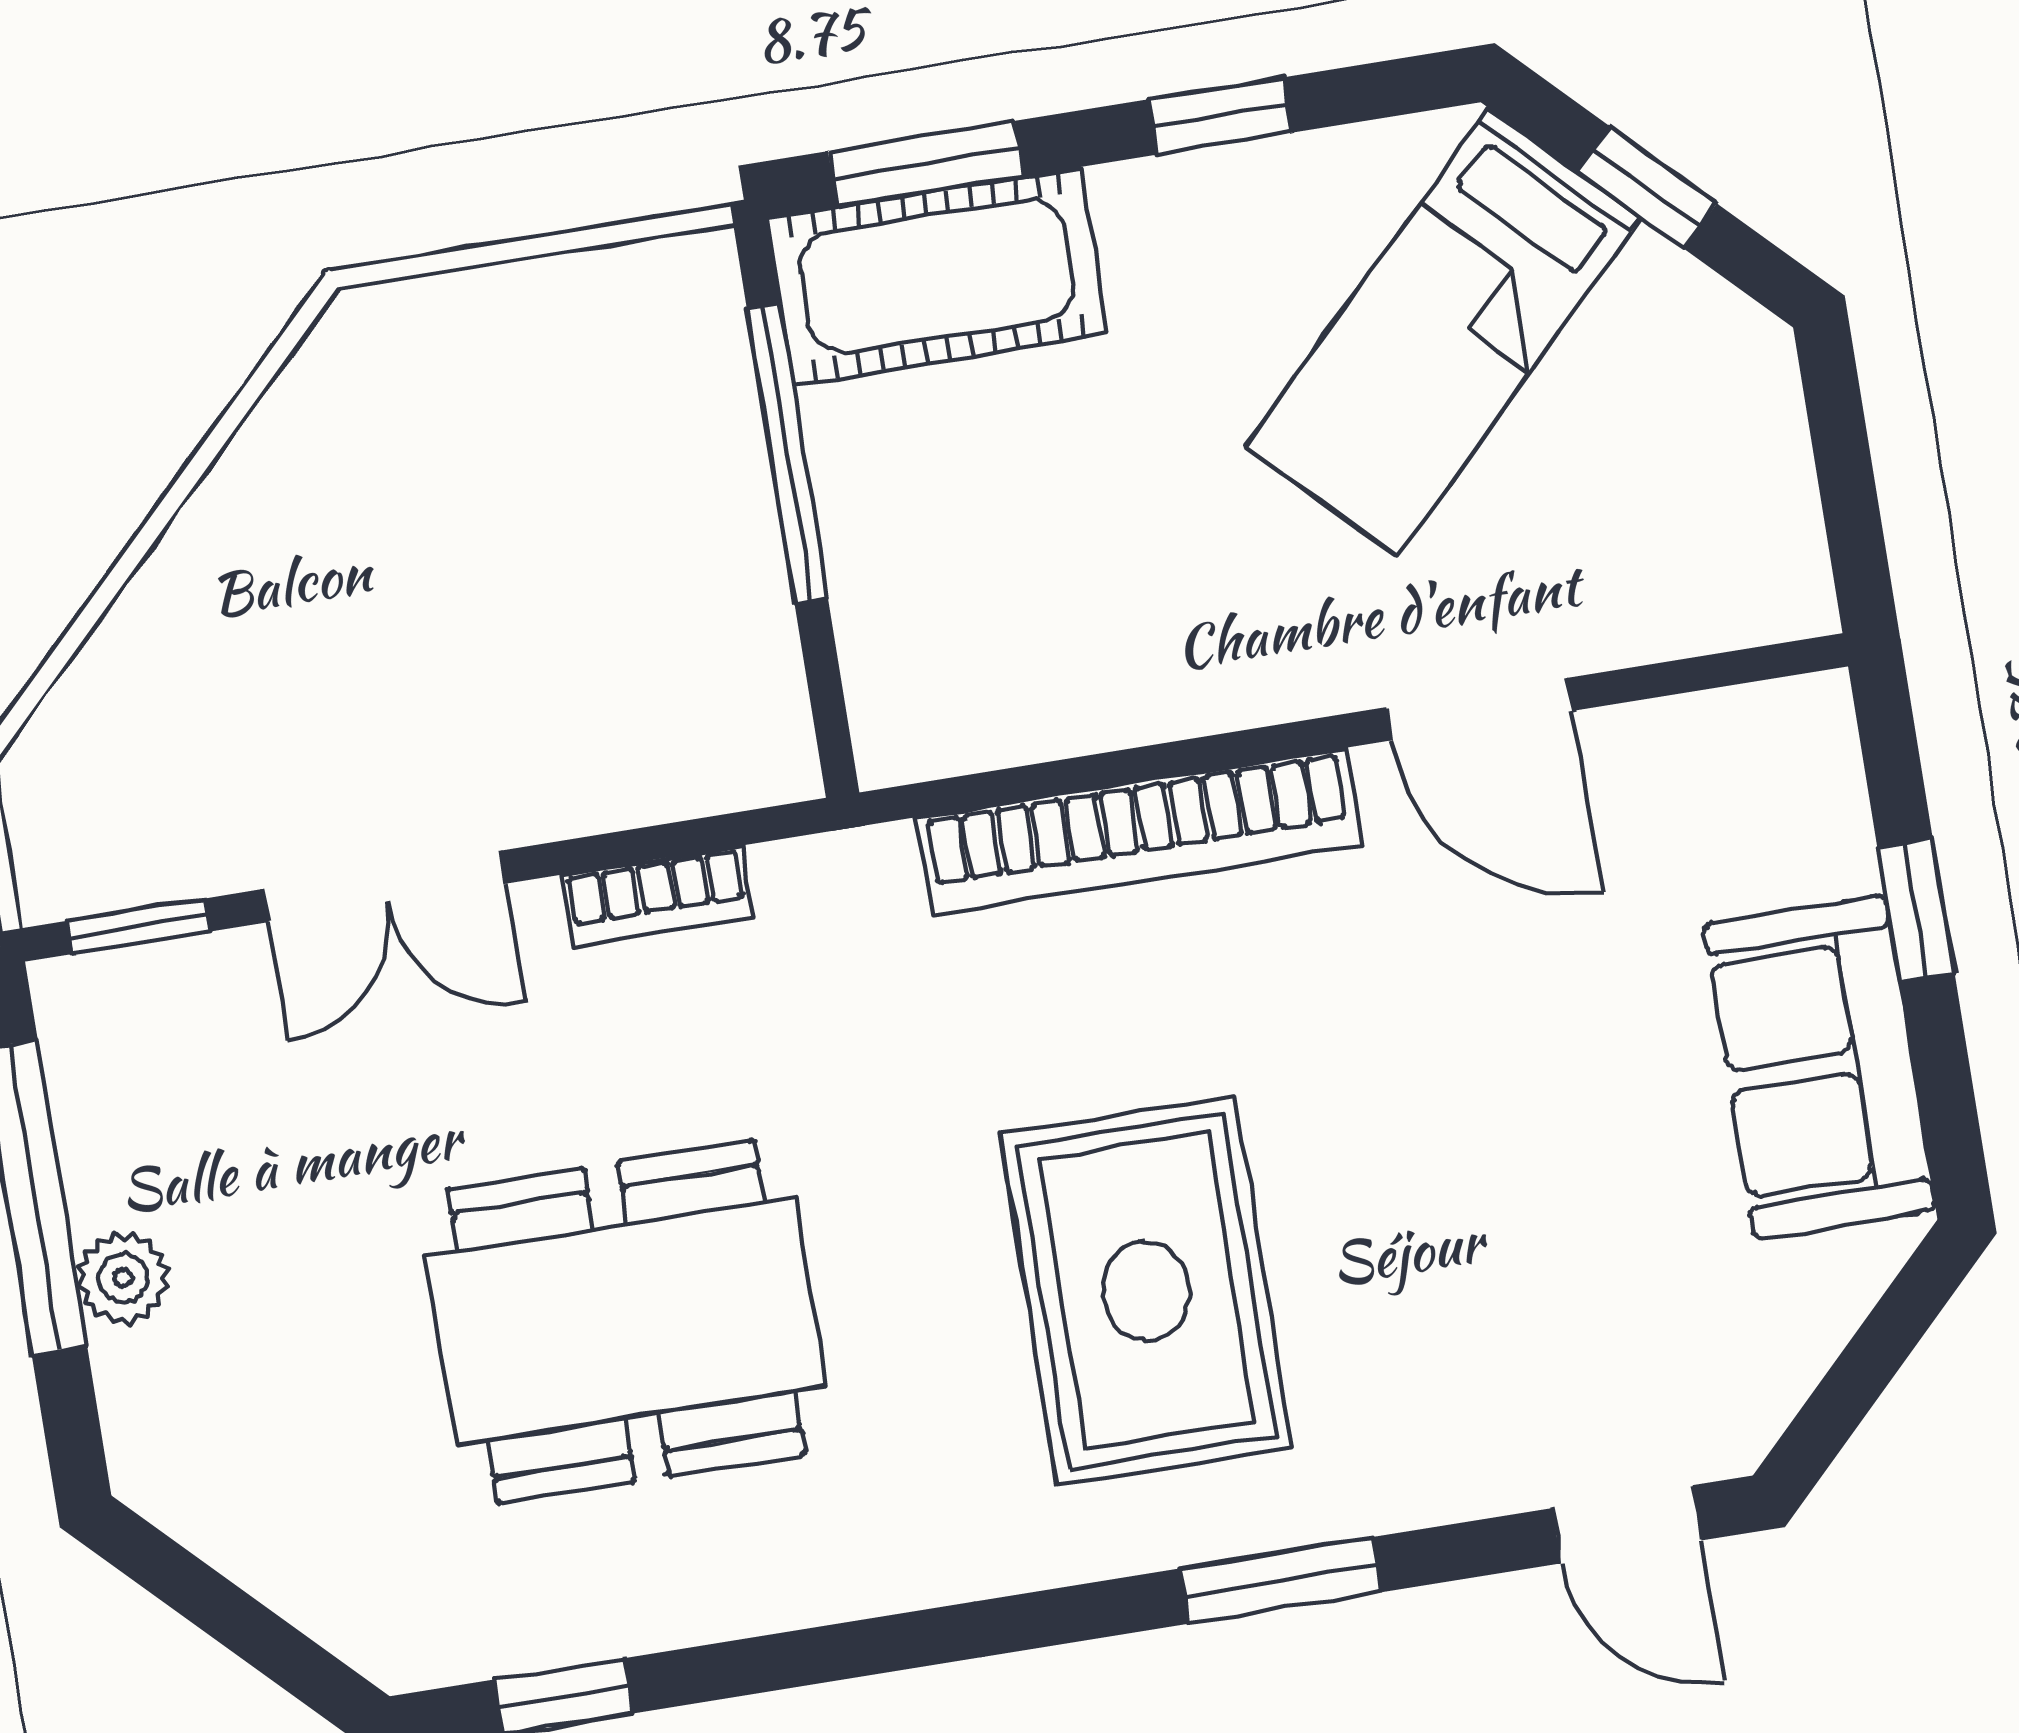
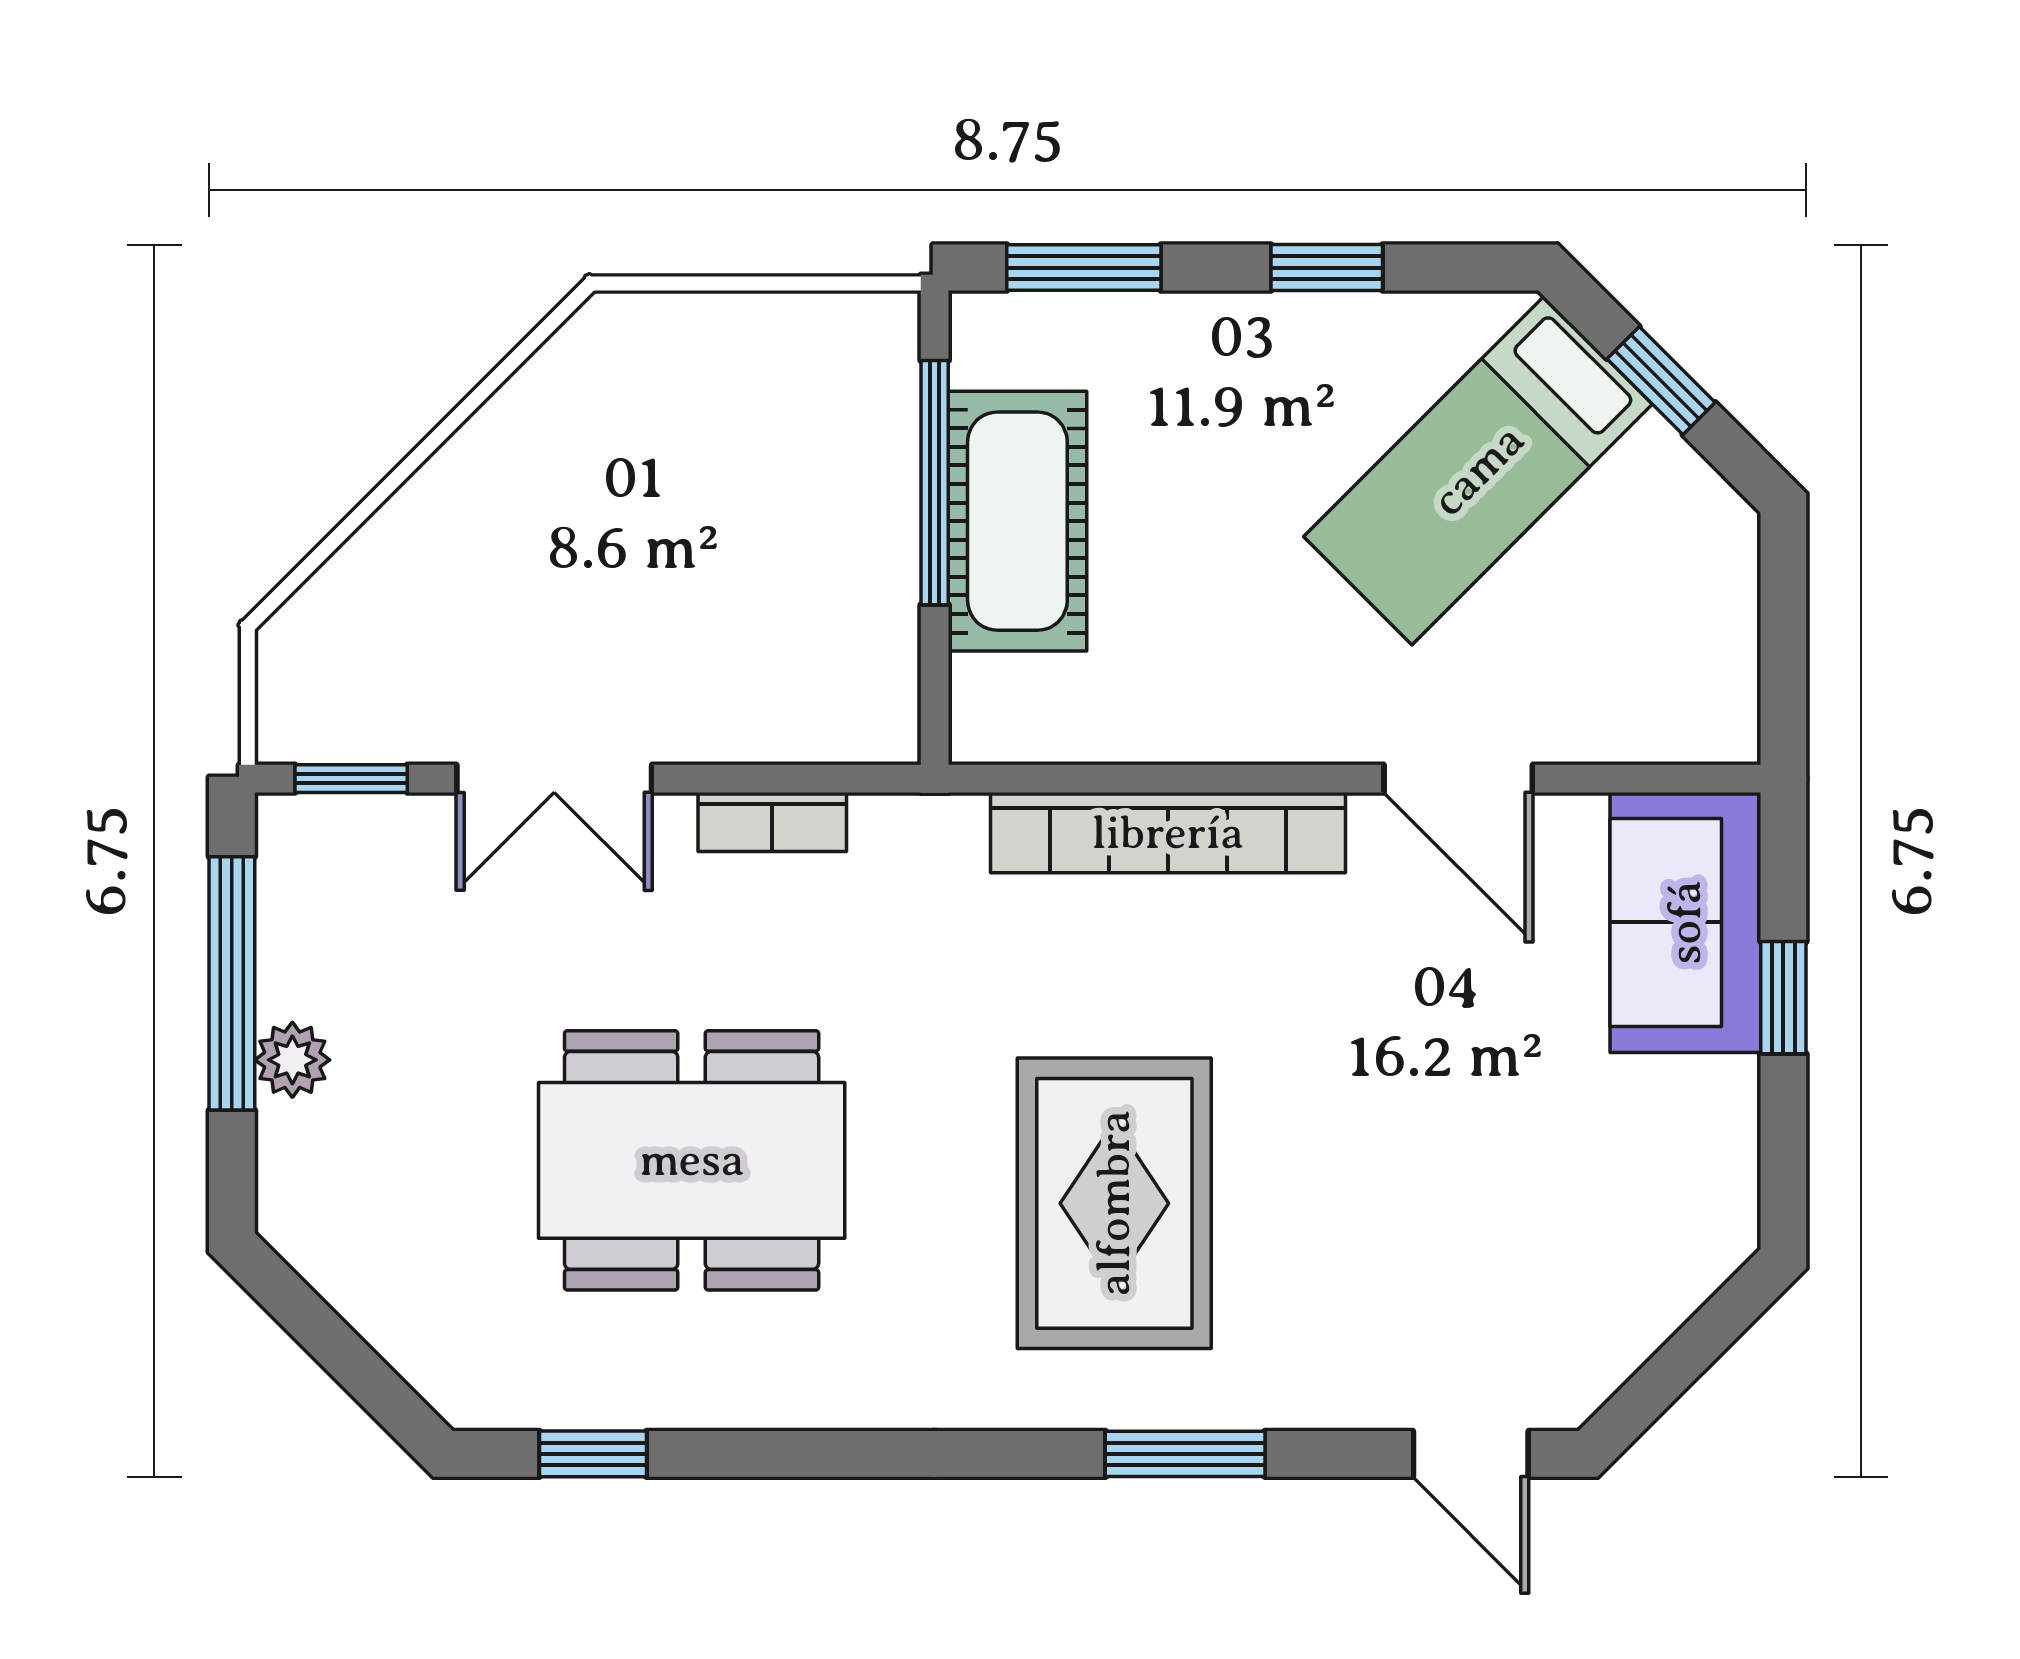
cot: (937, 276) -> (1017, 521), moved, turned 90
sofa: (1819, 1067) -> (1685, 922), moved

